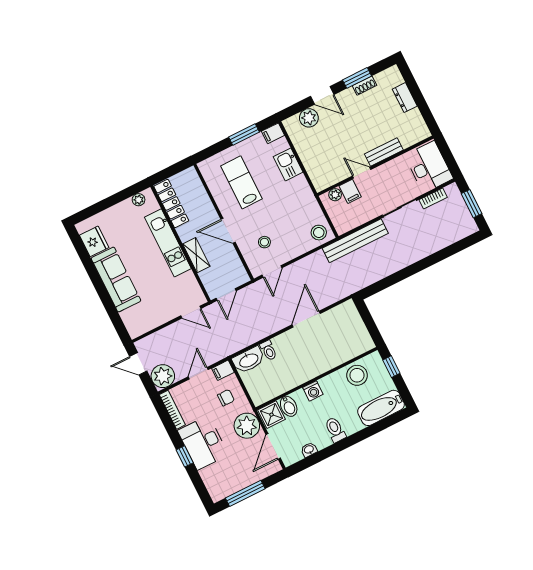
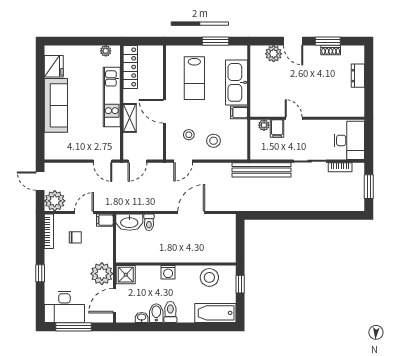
filing cabinet: (273, 133) -> (239, 113), moved
bench: (384, 152) -> (320, 111), removed
kitchen sink: (288, 164) -> (236, 82), width x1.87, depth x1.24
lab bench: (241, 182) -> (194, 78), turned 180
stool: (319, 233) -> (214, 141), moved
chair: (226, 398) -> (75, 237), moved
bidet: (289, 406) -> (156, 313), moved, turned 180
desk: (203, 443) -> (64, 307), moved, turned -90

